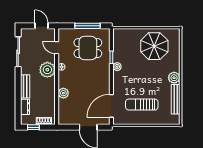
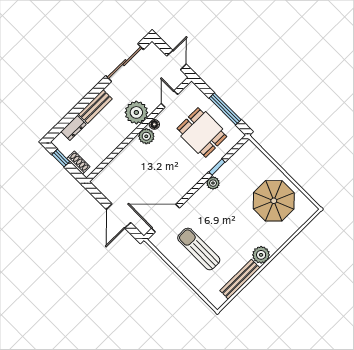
plant: (63, 93) -> (146, 136), moved

